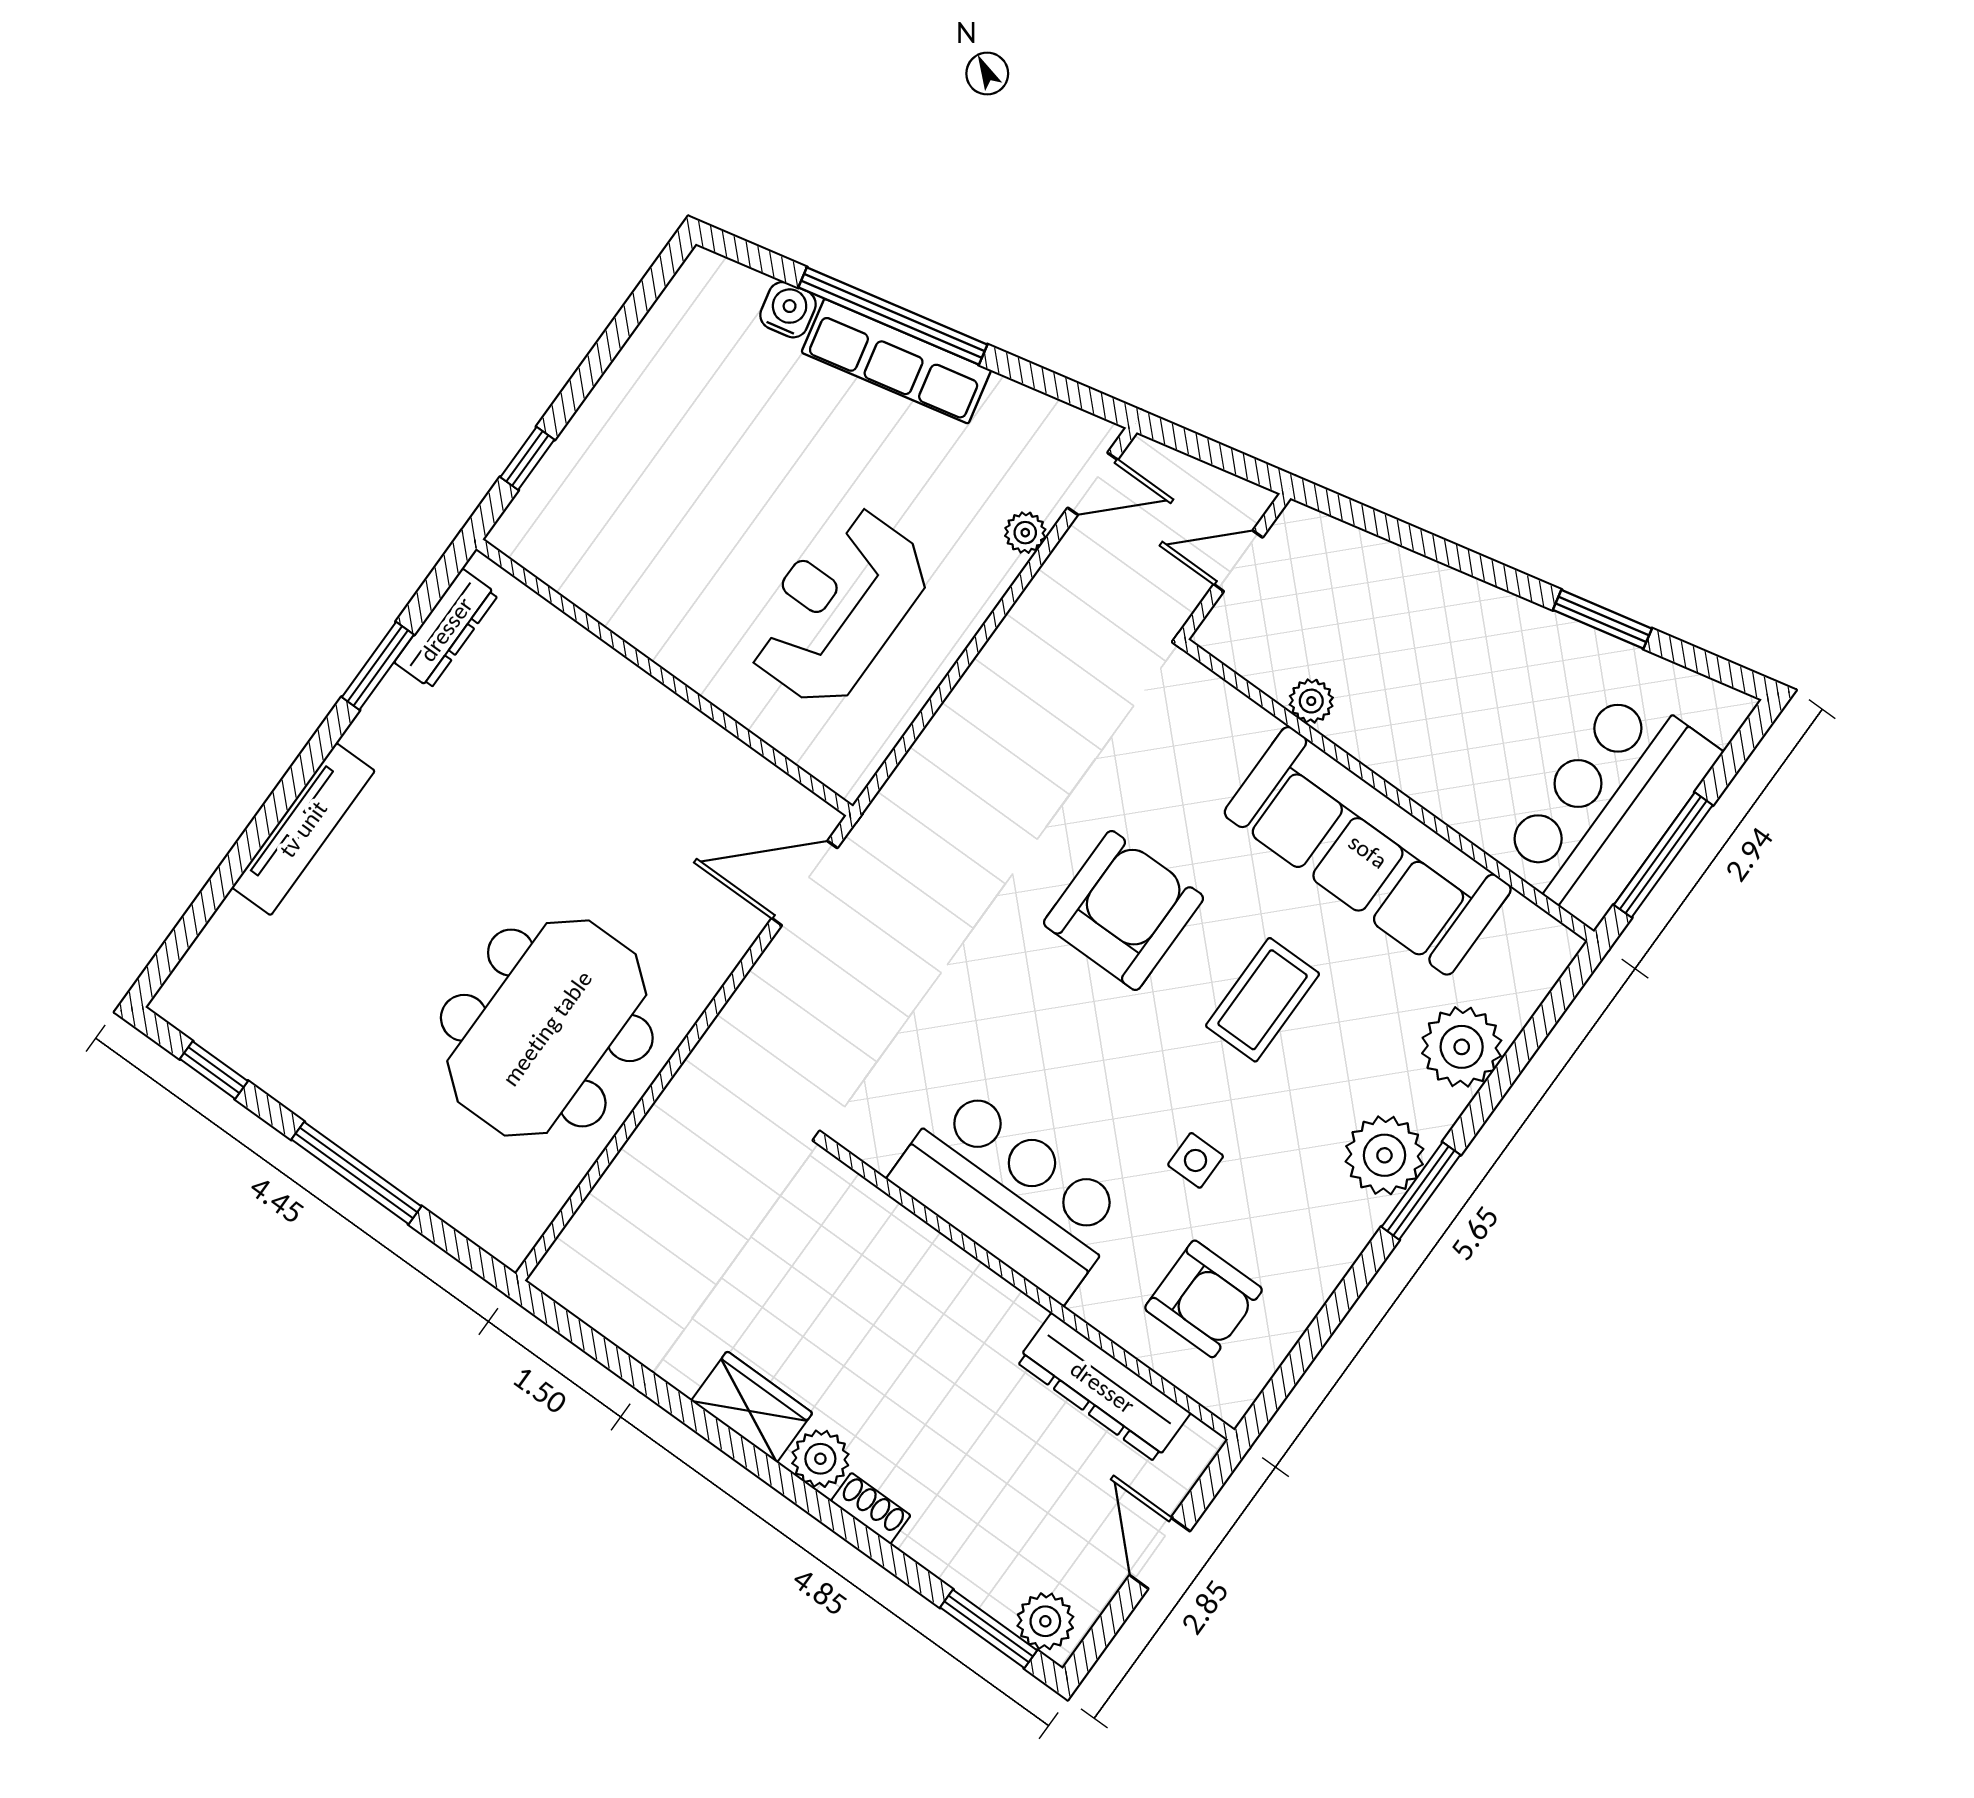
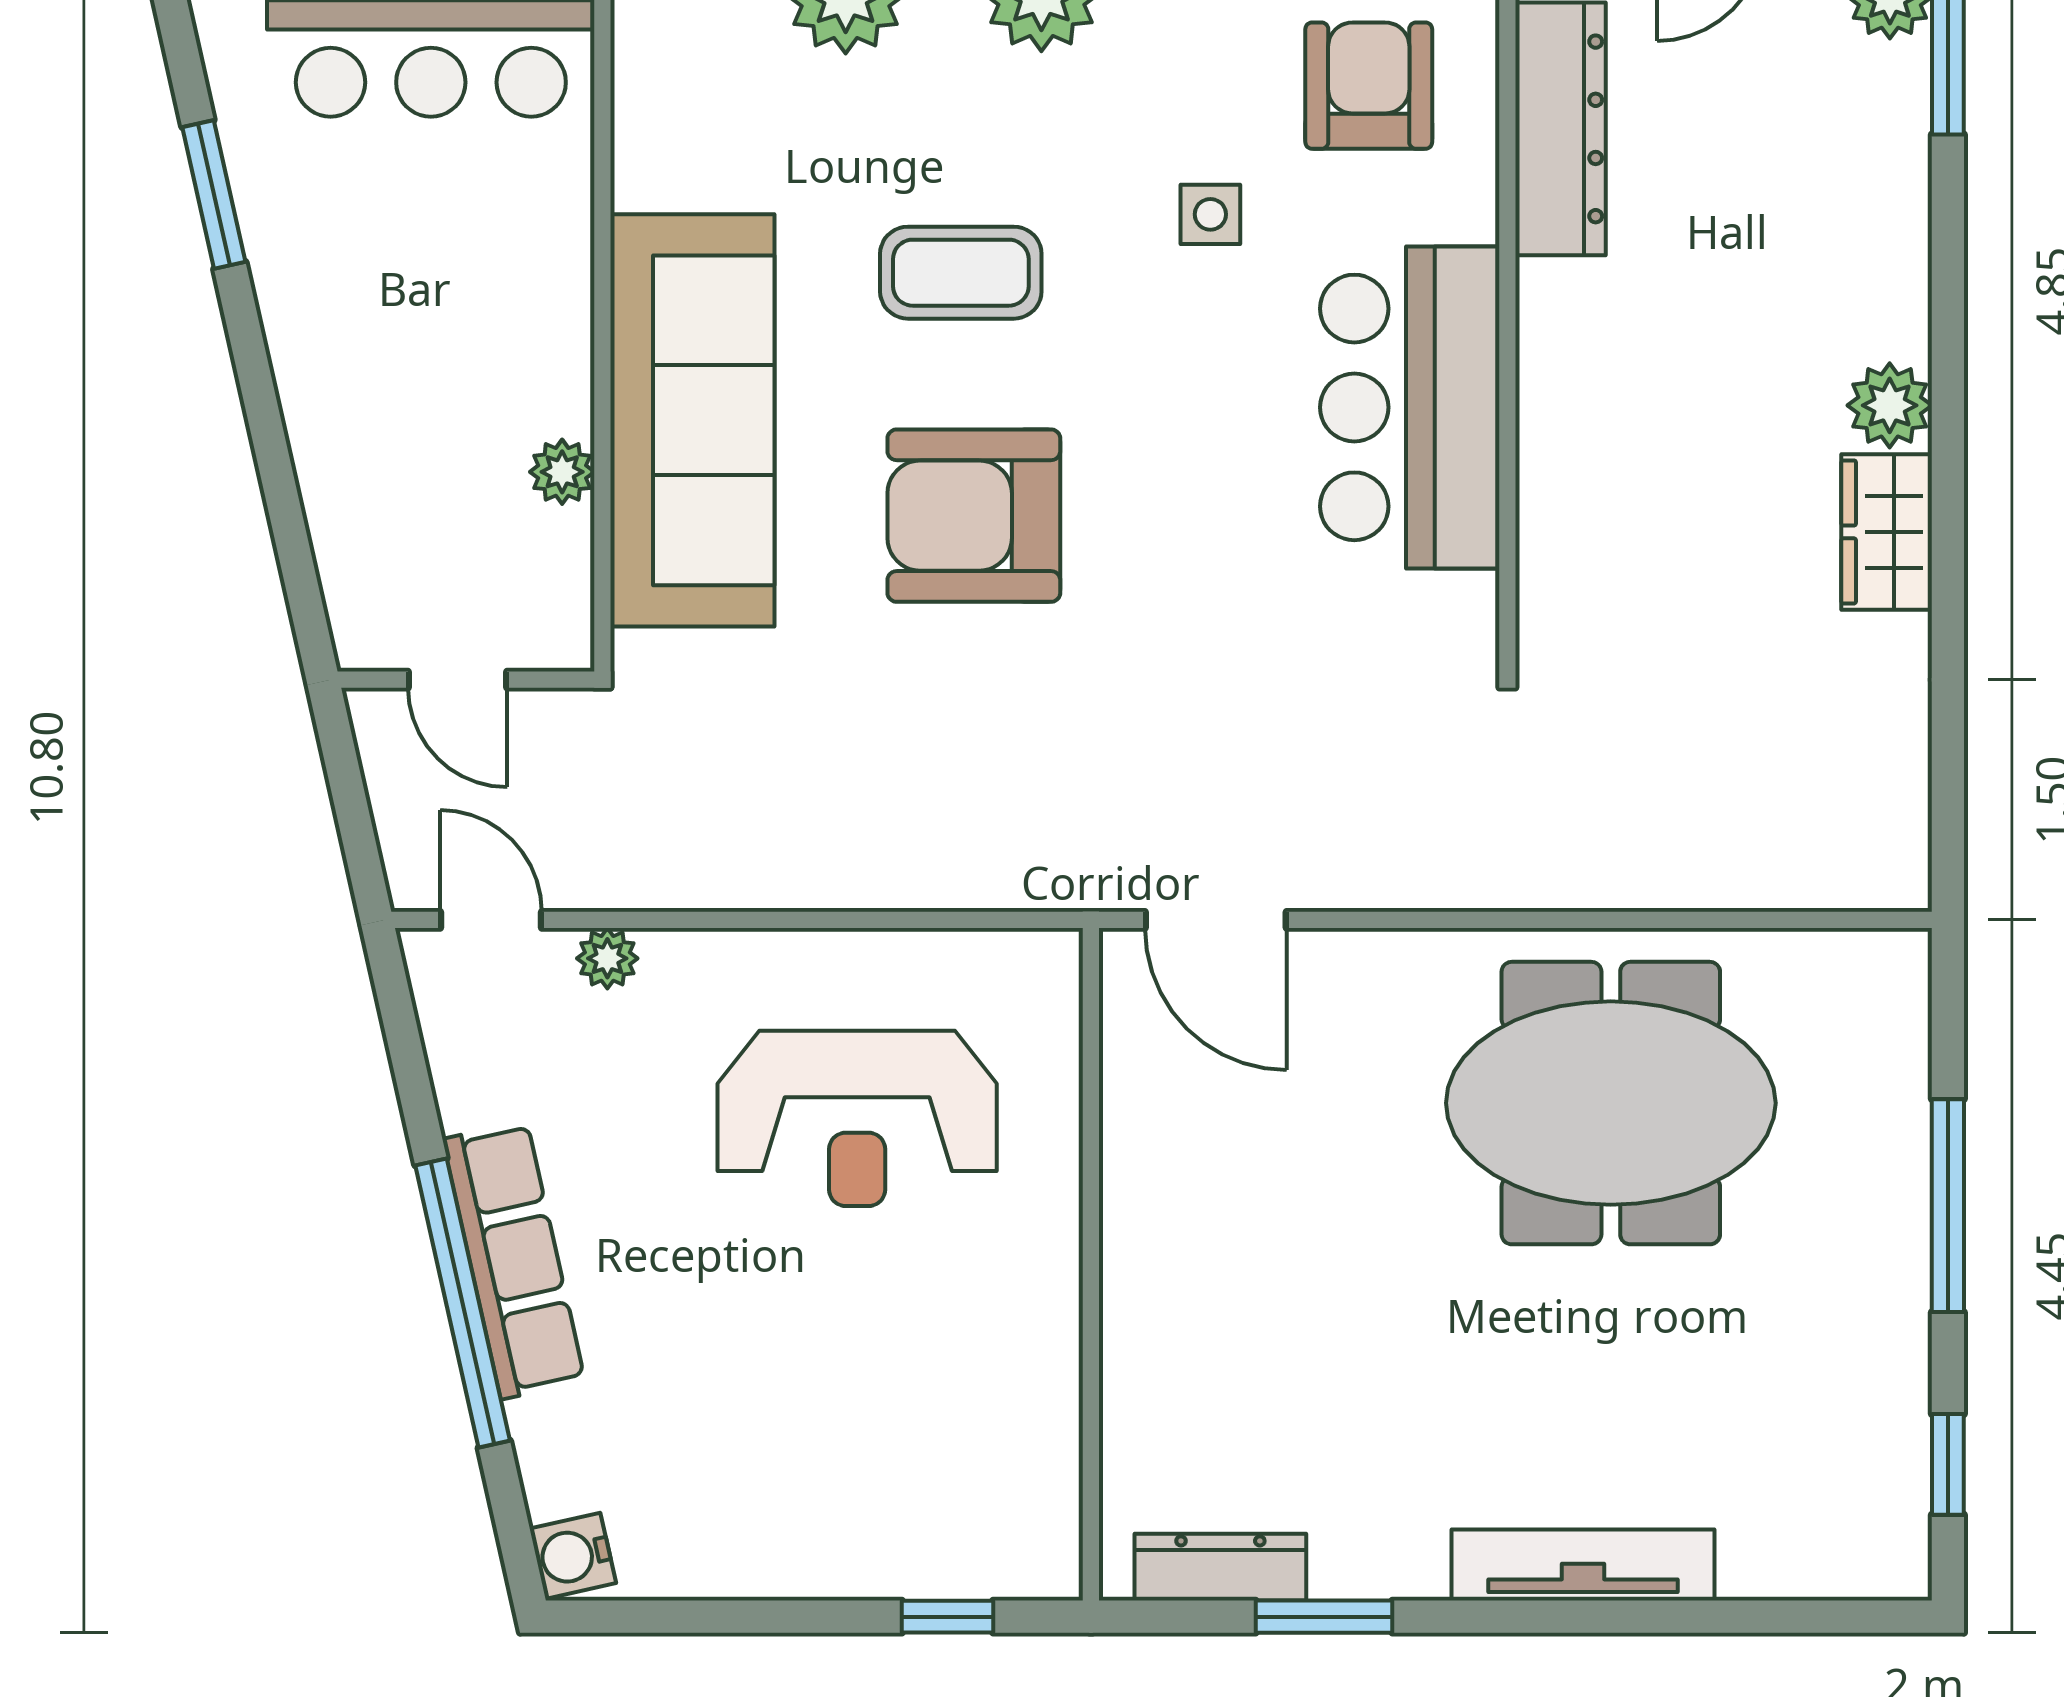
water cooler: (788, 310) -> (573, 1556), moved
sofa: (1368, 851) -> (692, 420), moved
shoe rack: (871, 1508) -> (1905, 303), removed

